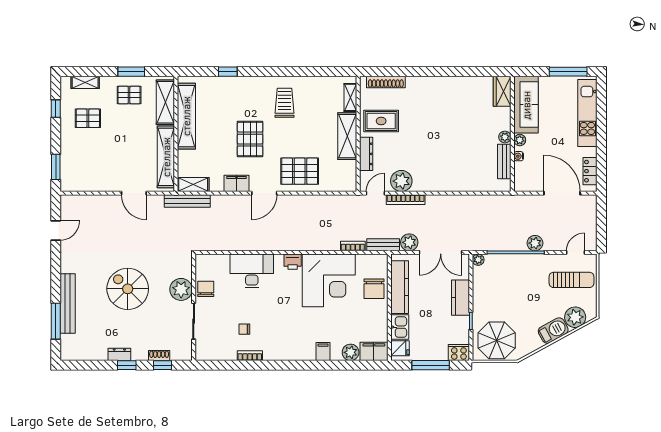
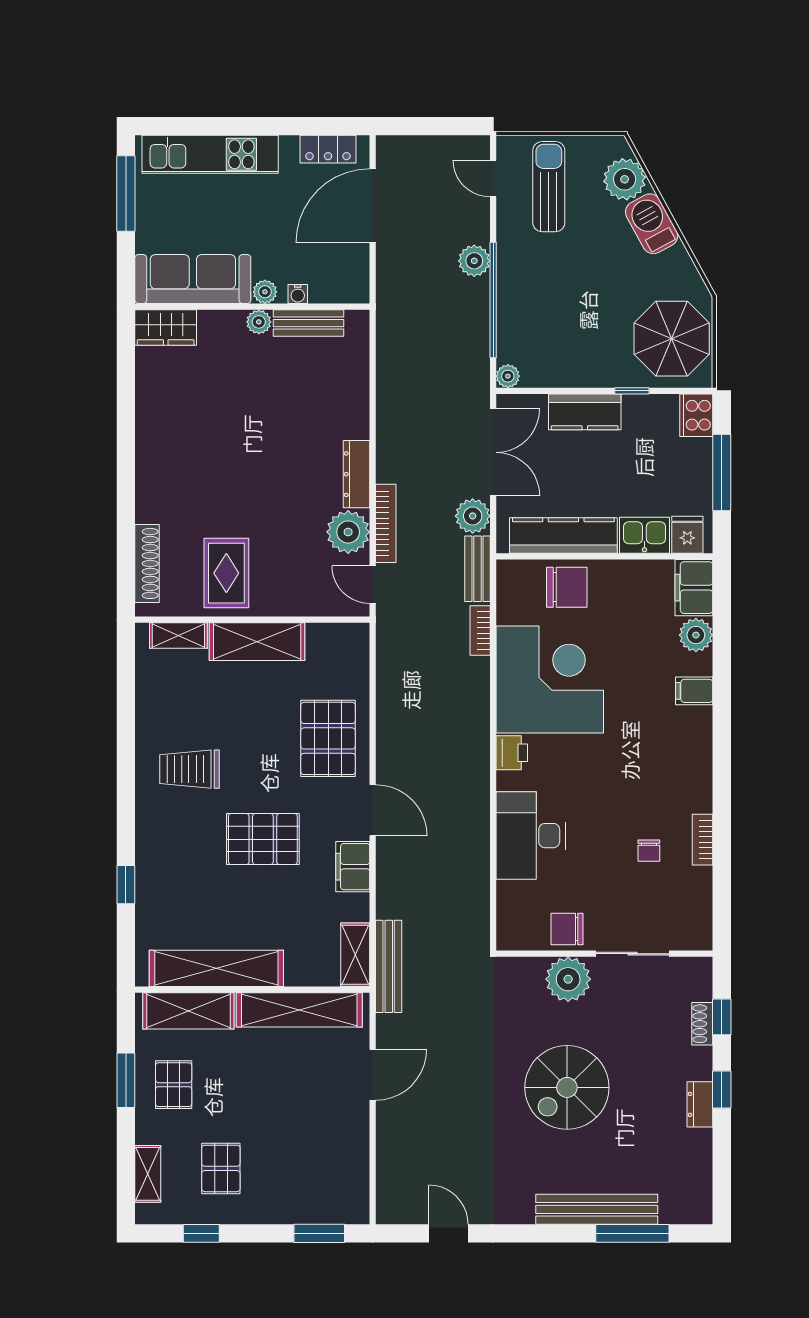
dresser: (366, 154) -> (356, 474), moved, turned -90

